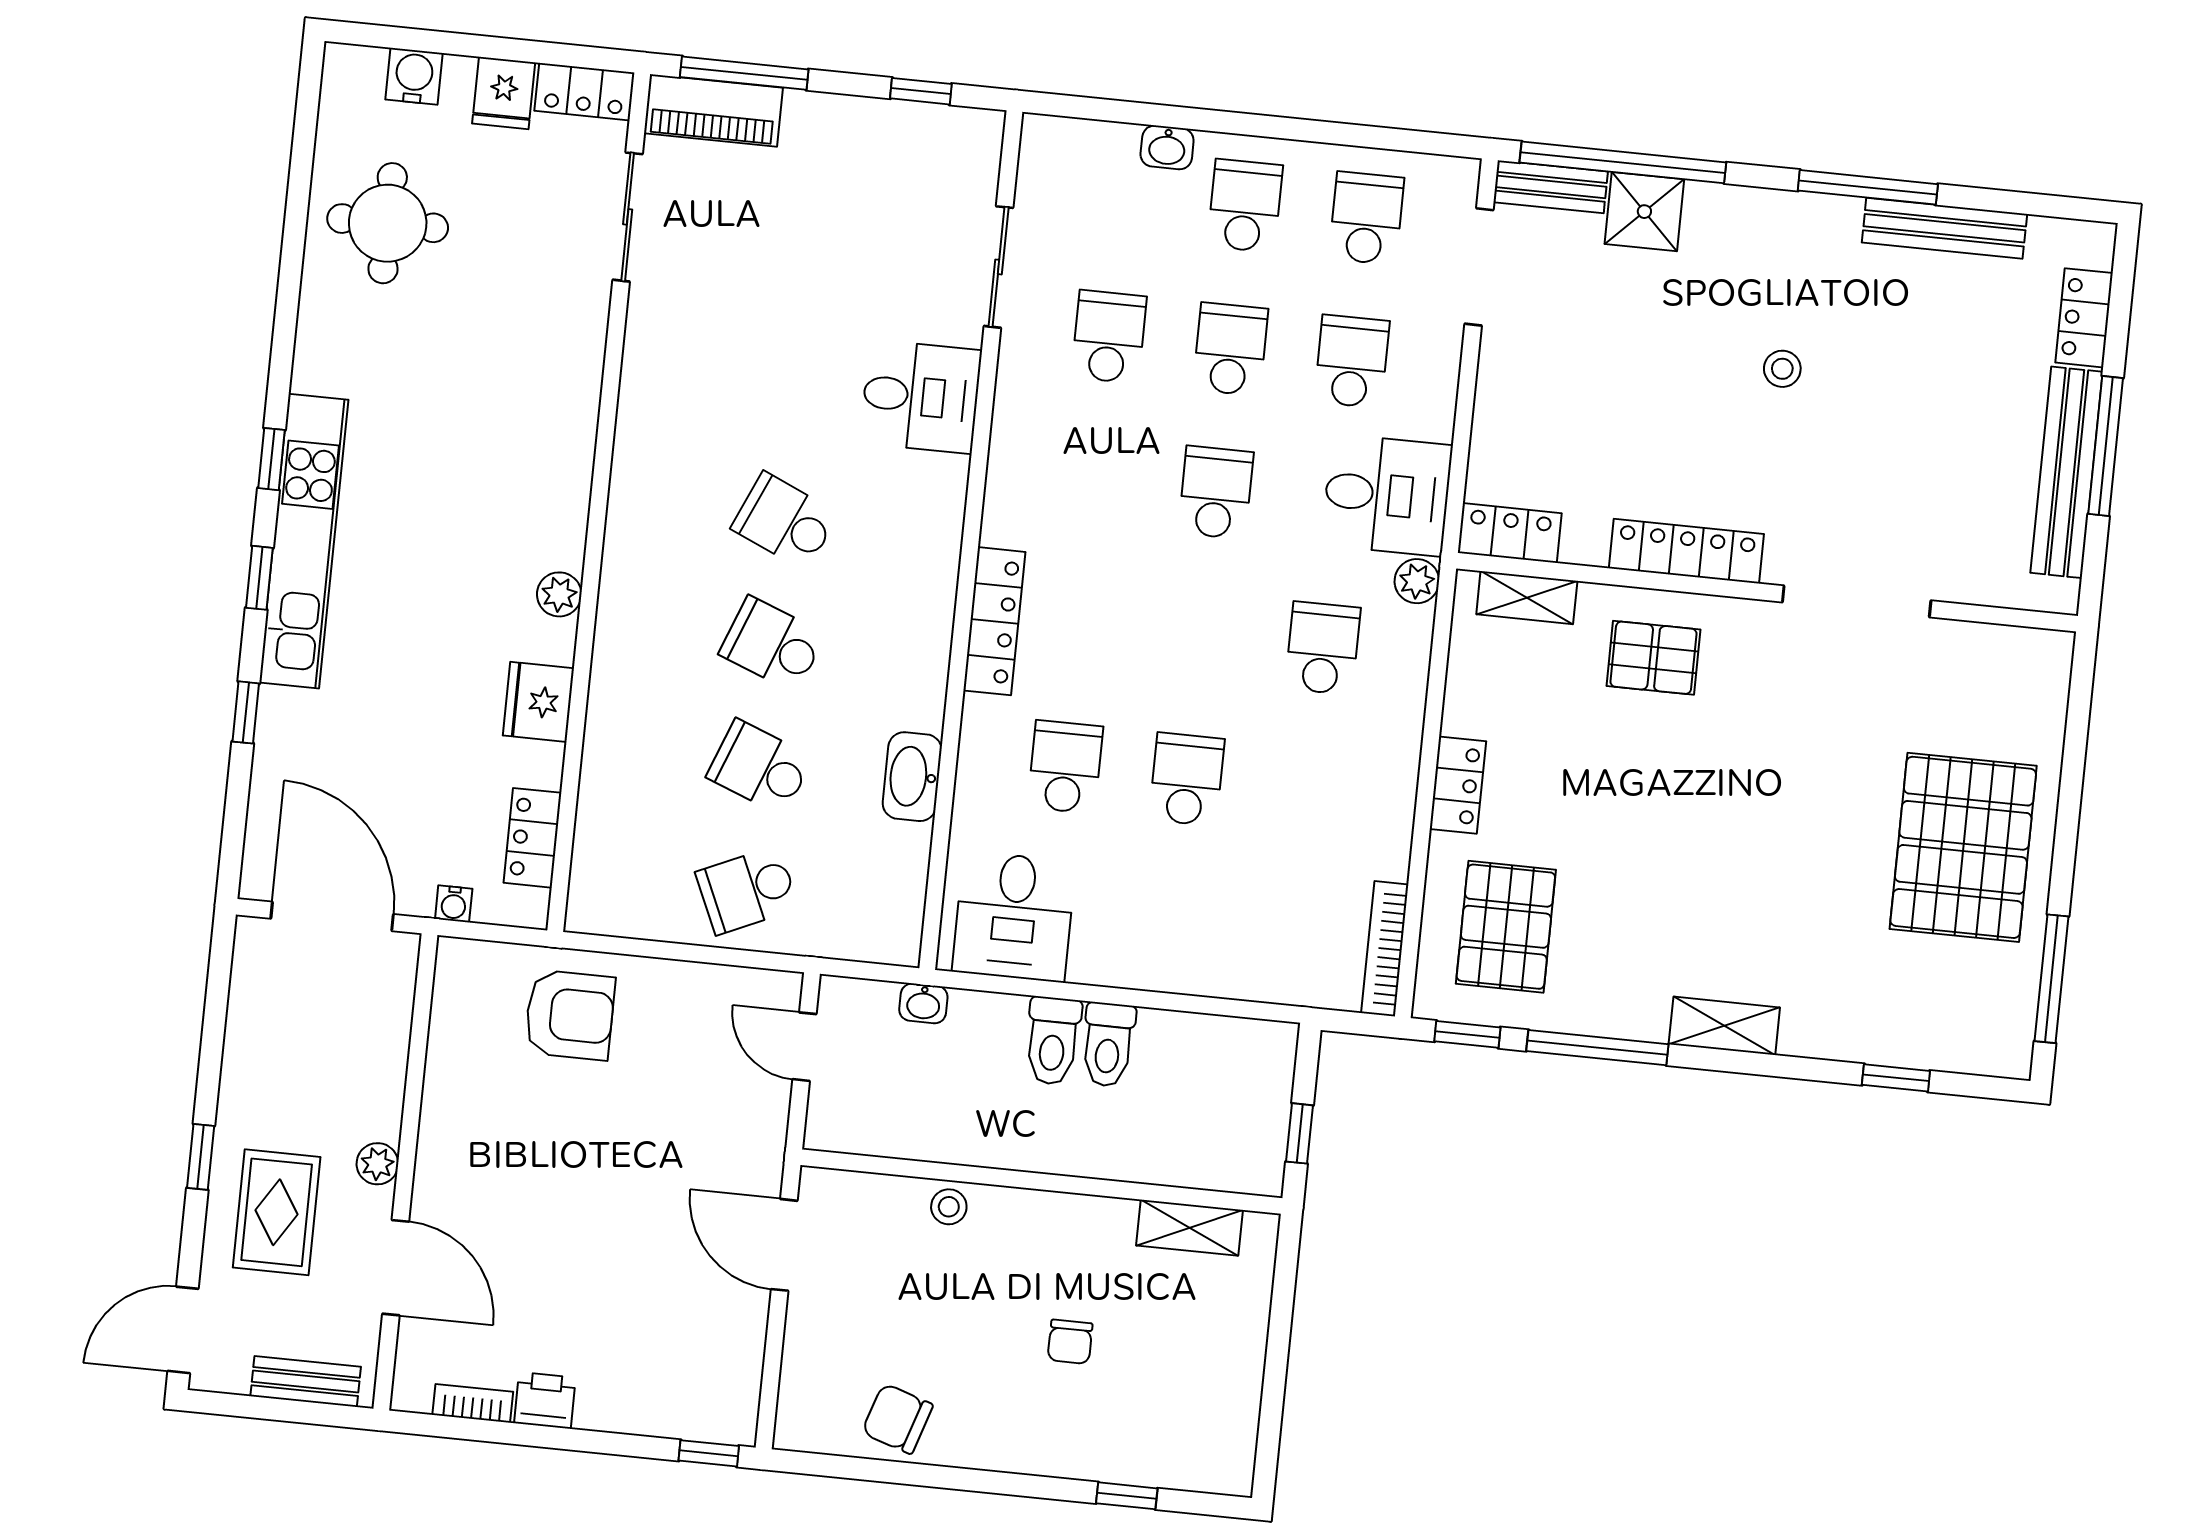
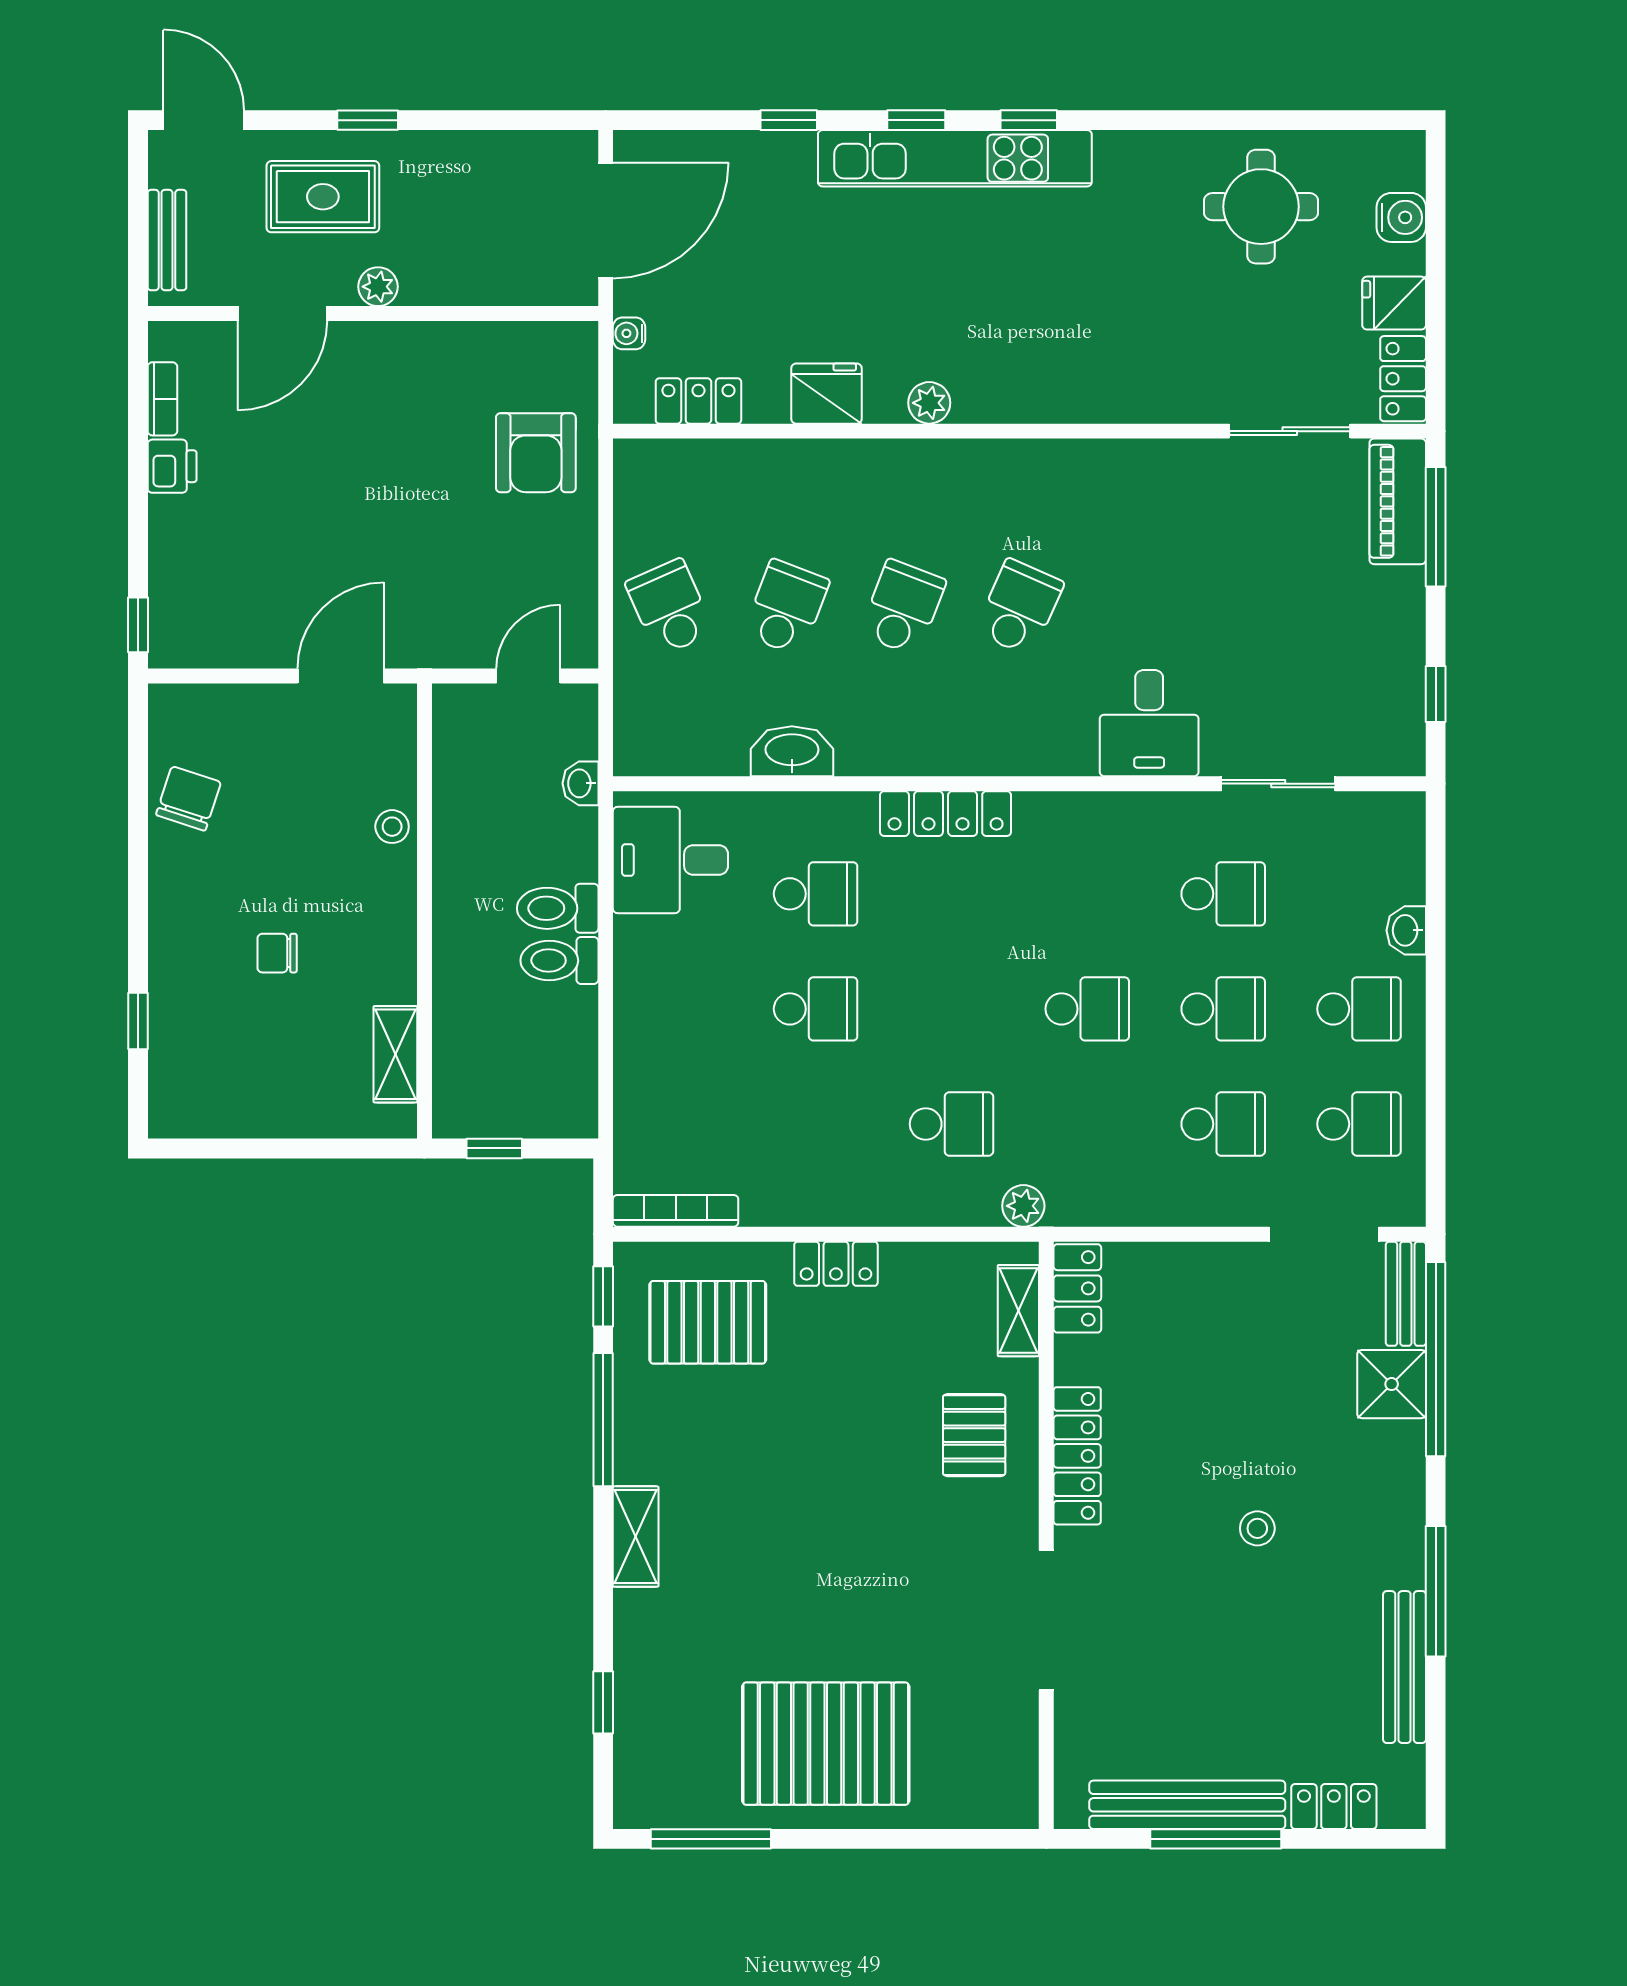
desk: (1387, 495) -> (1101, 1170), removed

